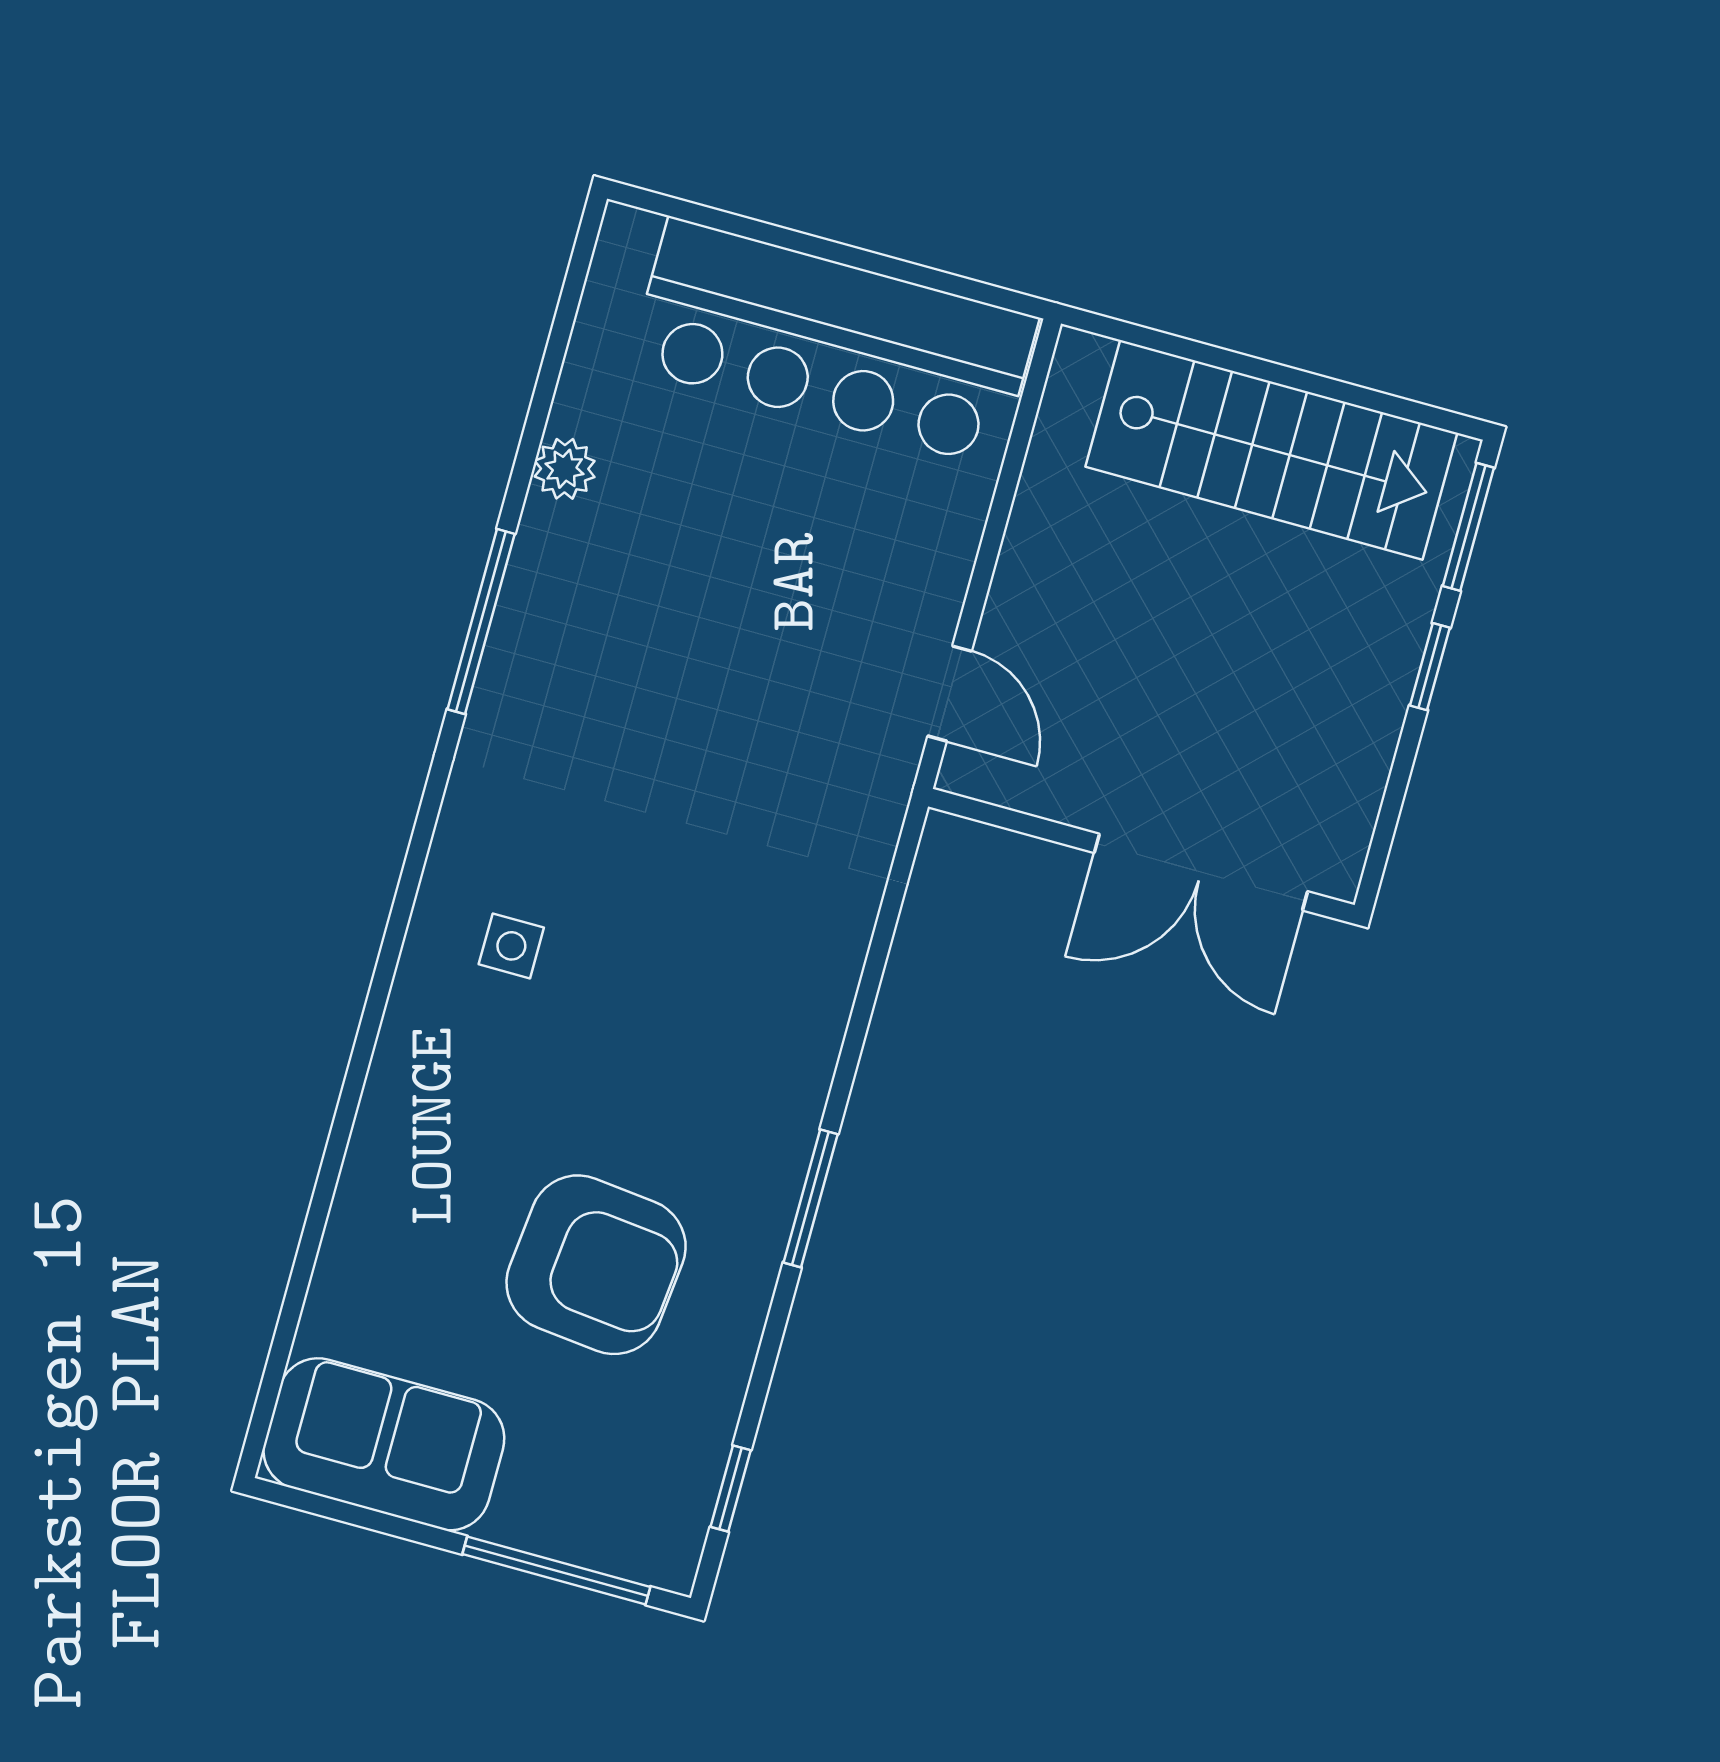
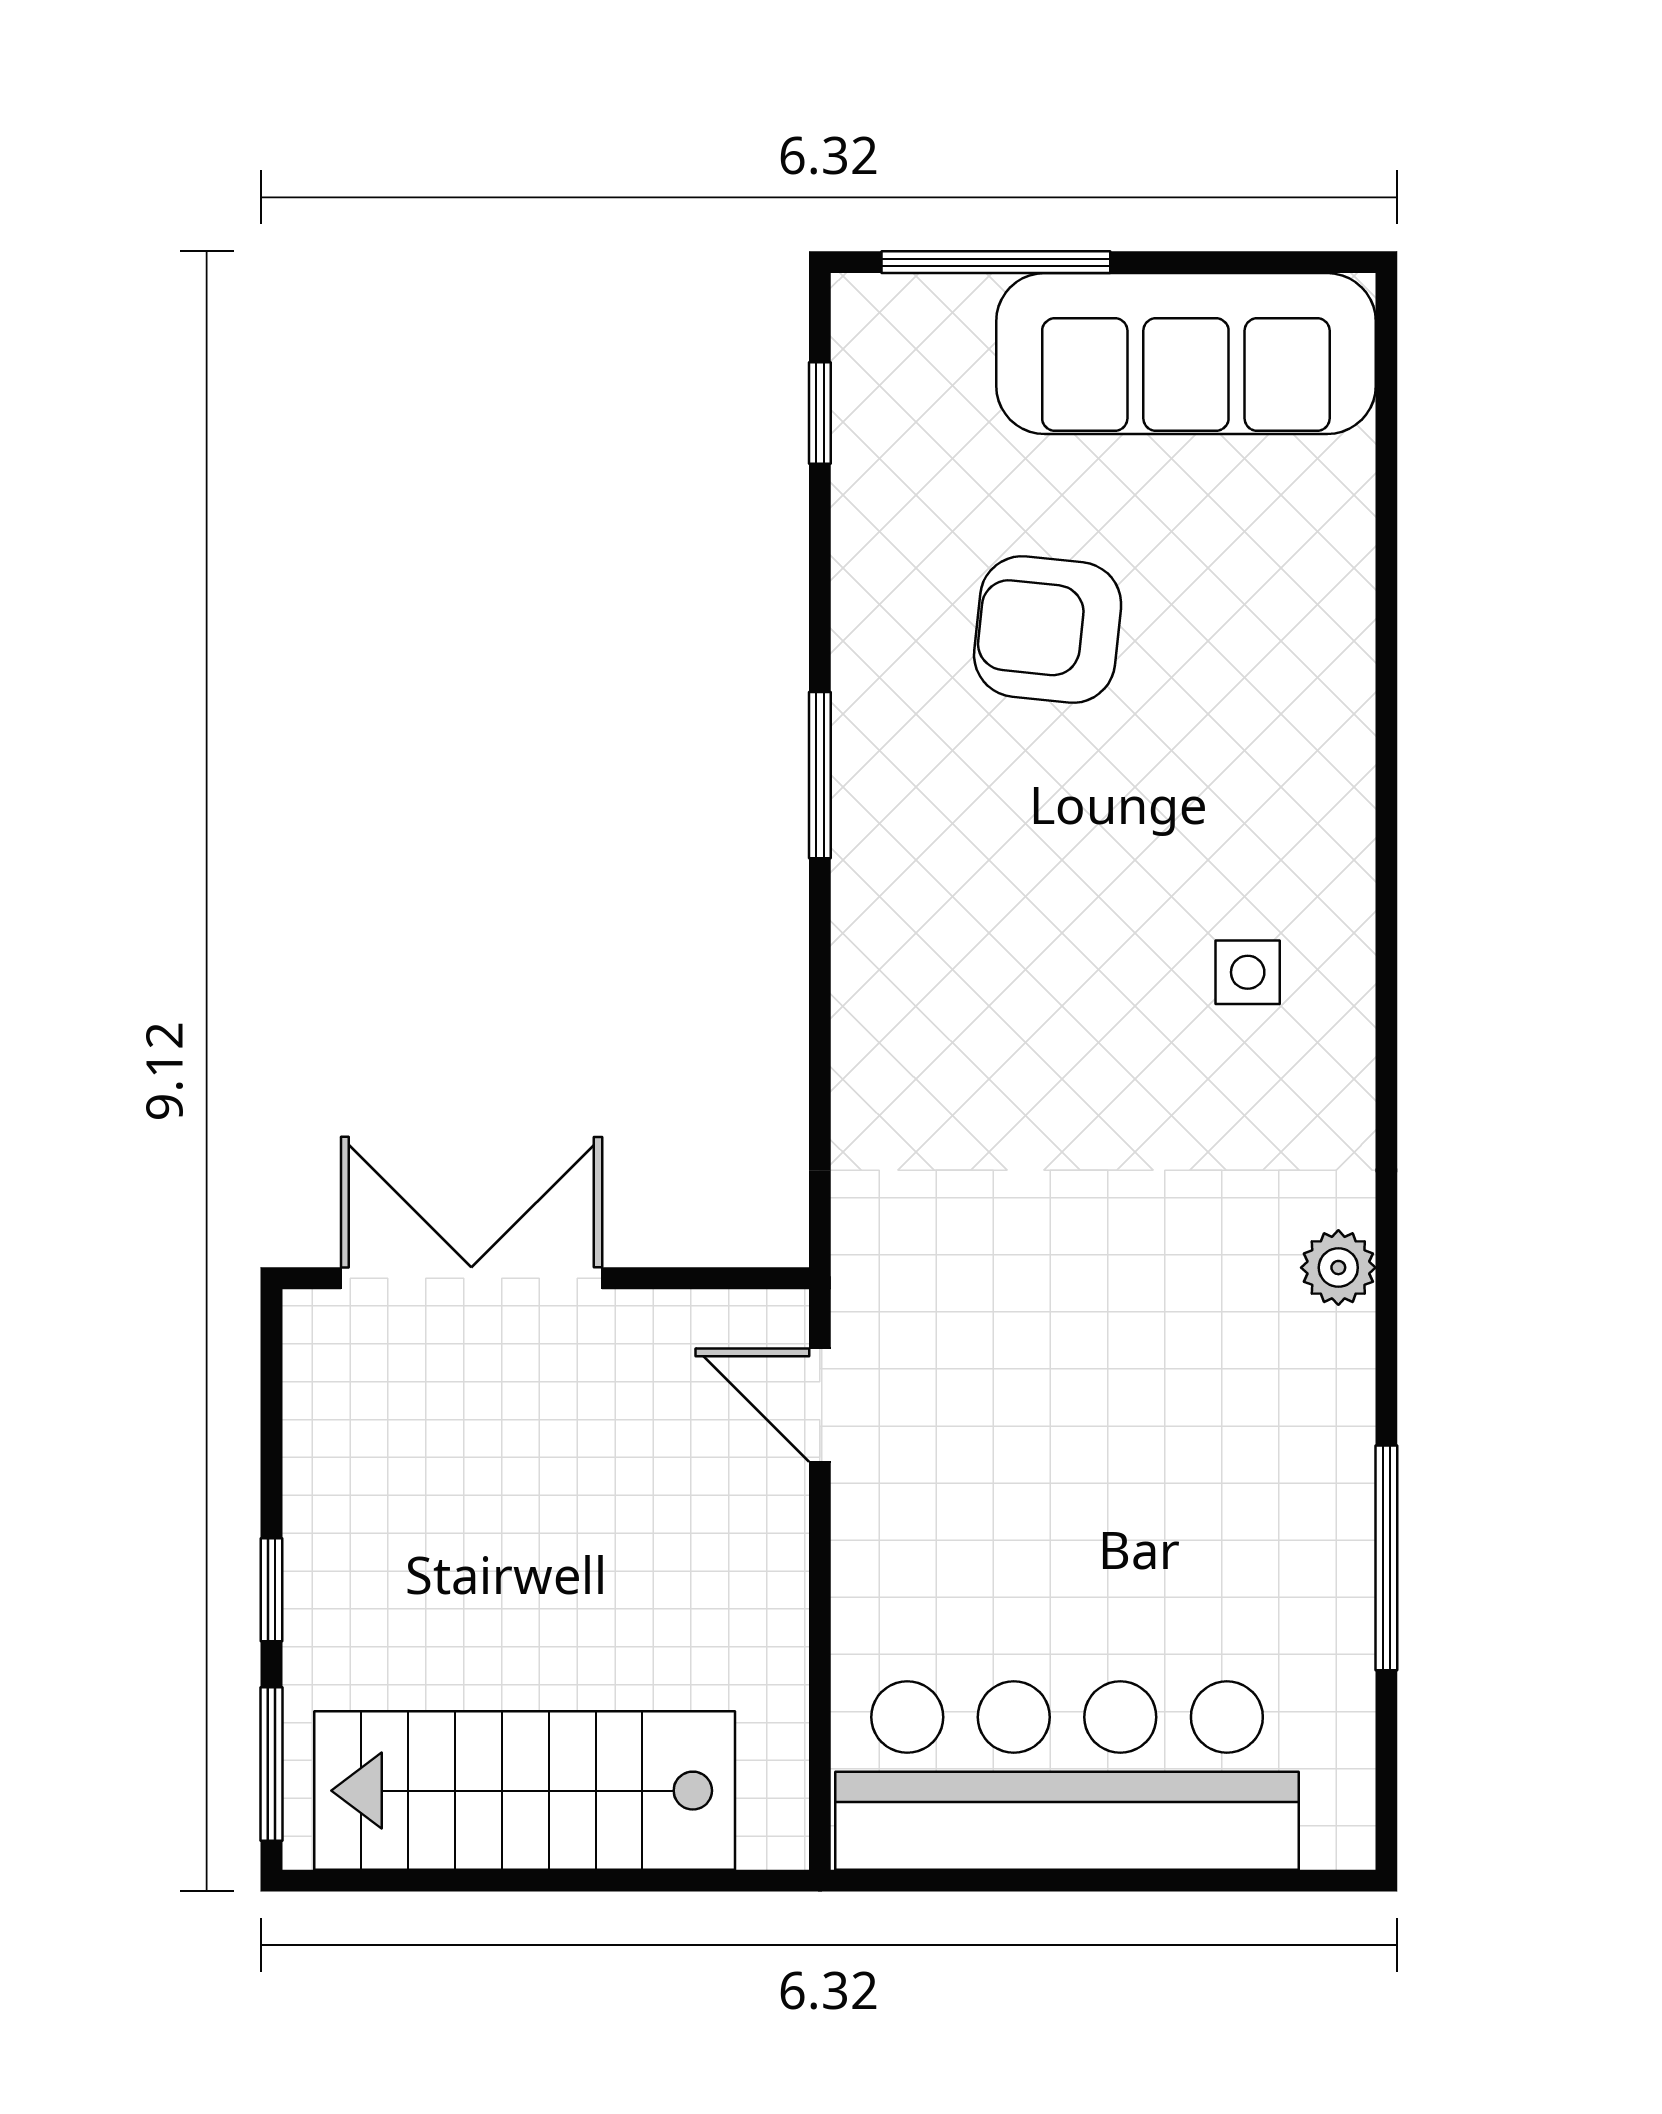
plant: (565, 469) -> (1338, 1268), moved
window: (481, 622) -> (1386, 1558), moved
armchair: (596, 1265) -> (1048, 629), width x0.73, depth x0.73
sofa: (384, 1444) -> (1186, 354), width x1.36

